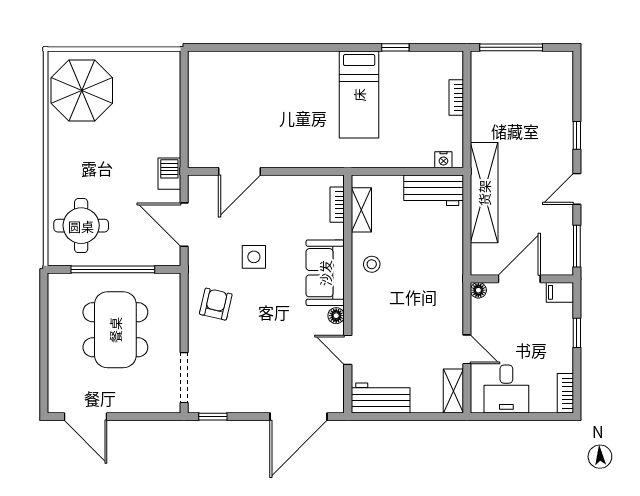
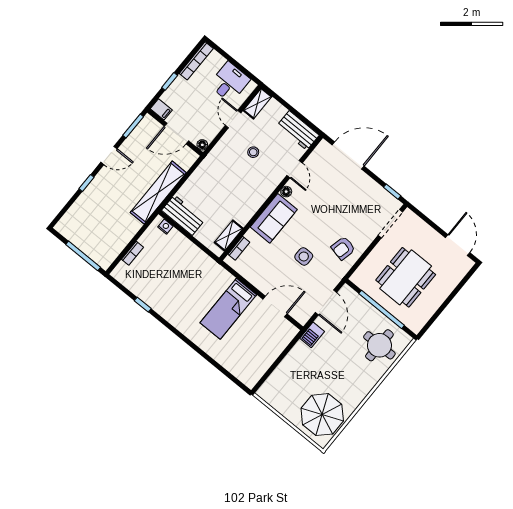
bed: (359, 95) -> (228, 309), moved, turned 180
stool: (372, 264) -> (253, 152), moved
bookcase: (565, 393) -> (196, 61), width x1.56

